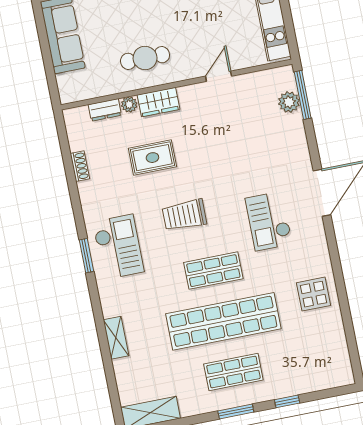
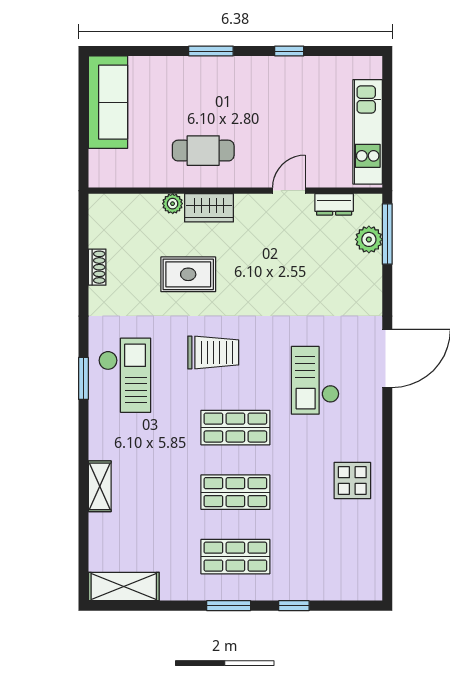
dresser: (105, 110) -> (334, 204), moved
trolley: (184, 215) -> (213, 352), turned 180
shop shelf: (223, 321) -> (235, 492), width x0.50, depth x0.74

